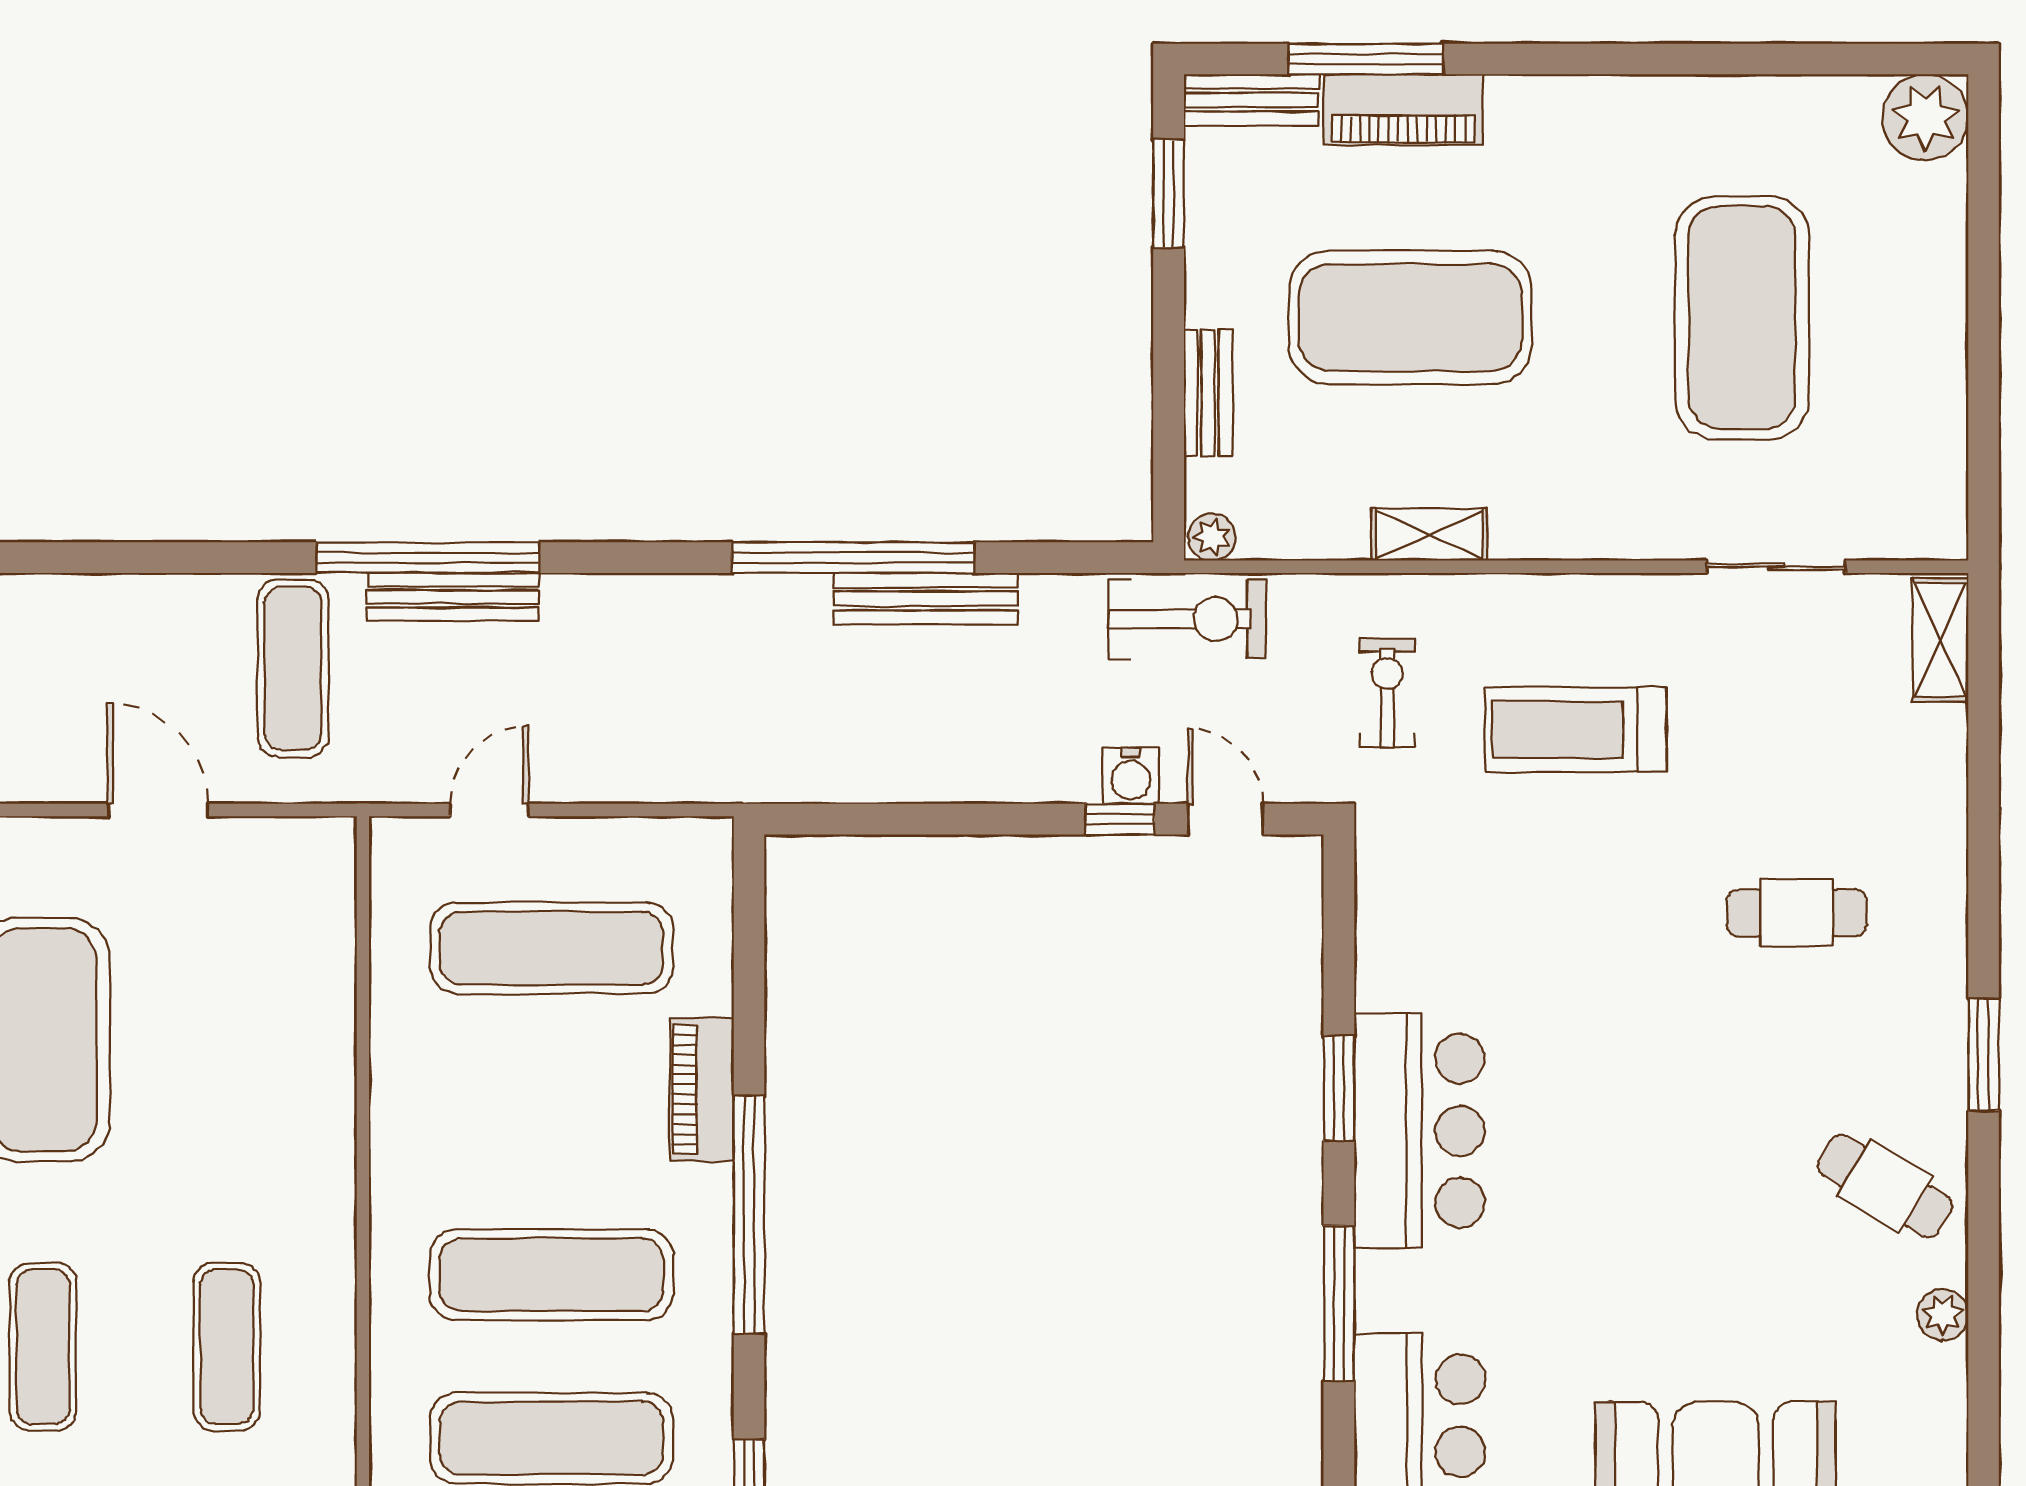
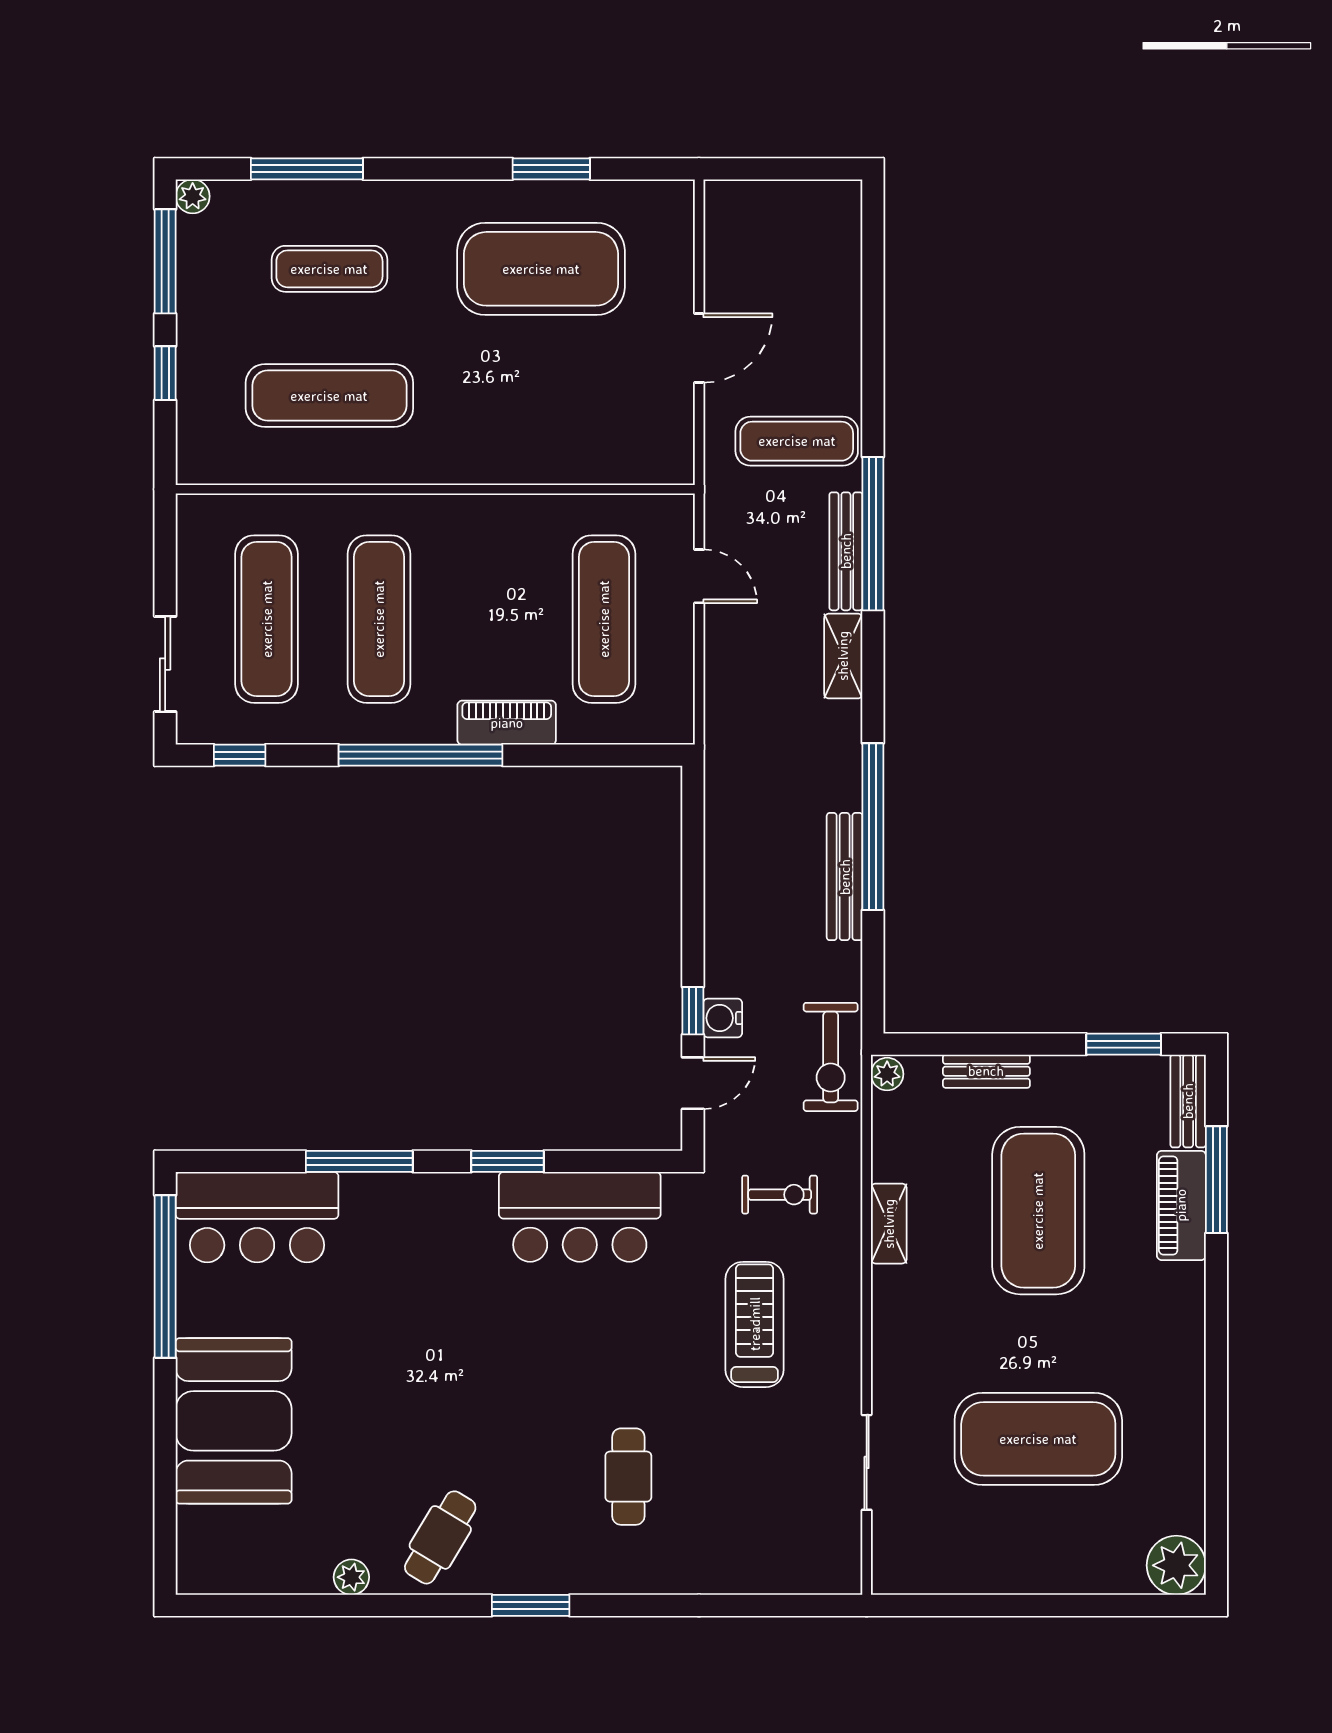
shelving: (1941, 640) -> (843, 656), moved, turned 90
bar counter: (1419, 1131) -> (580, 1217), moved
exercise mat: (227, 1347) -> (329, 396), width x1.36, depth x1.45

